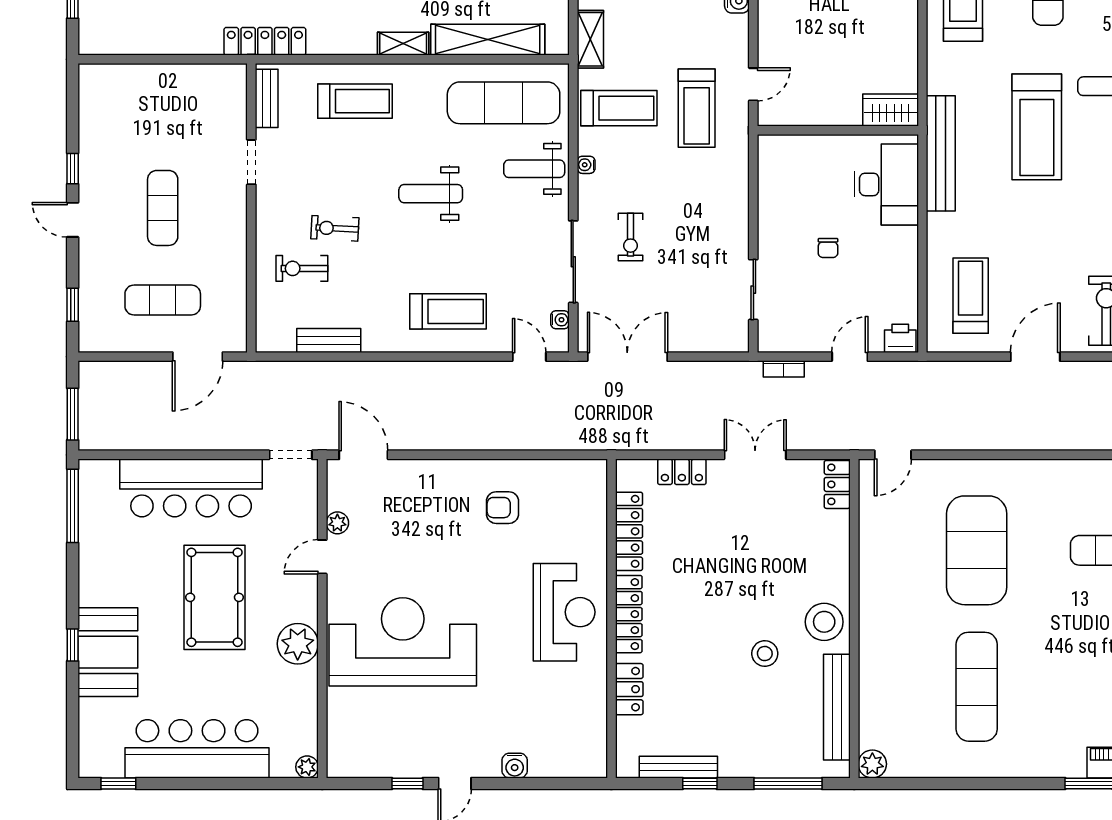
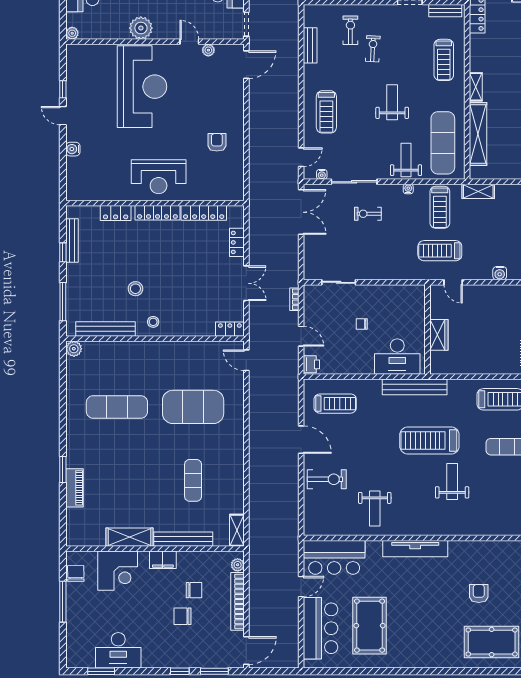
wardrobe: (891, 110) -> (439, 335), moved
stool: (824, 622) -> (153, 322), width x0.53, depth x0.53

